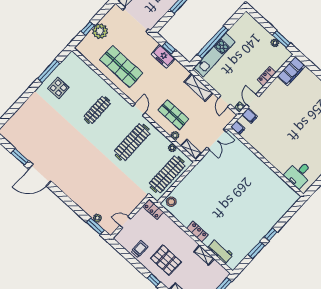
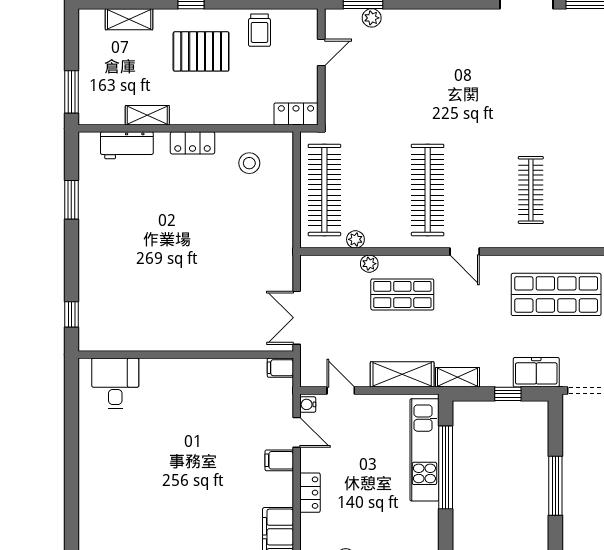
freezer: (163, 56) -> (536, 372), moved
filing cabinet: (250, 116) -> (279, 460), moved
shelving: (191, 149) -> (458, 377), moved
stool: (171, 202) -> (249, 163), moved
window: (271, 234) -> (71, 314), moved

